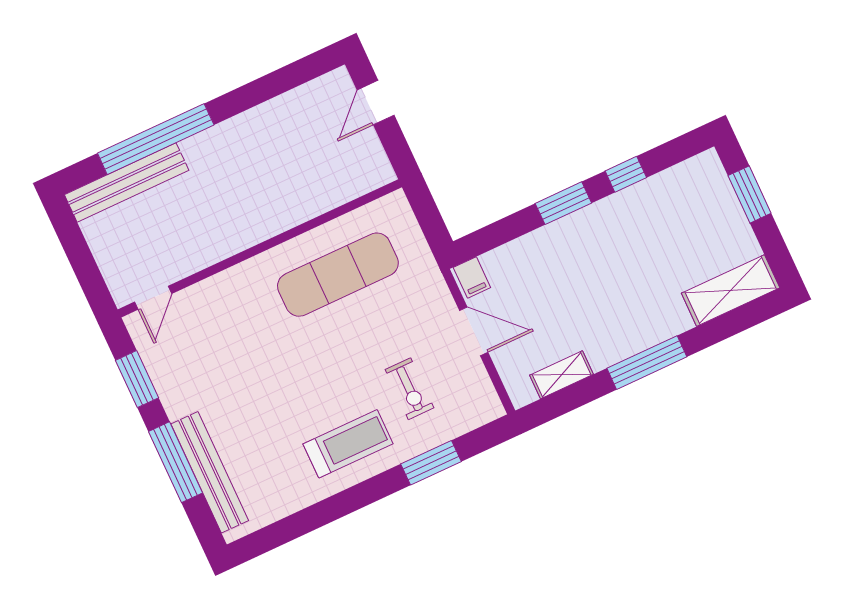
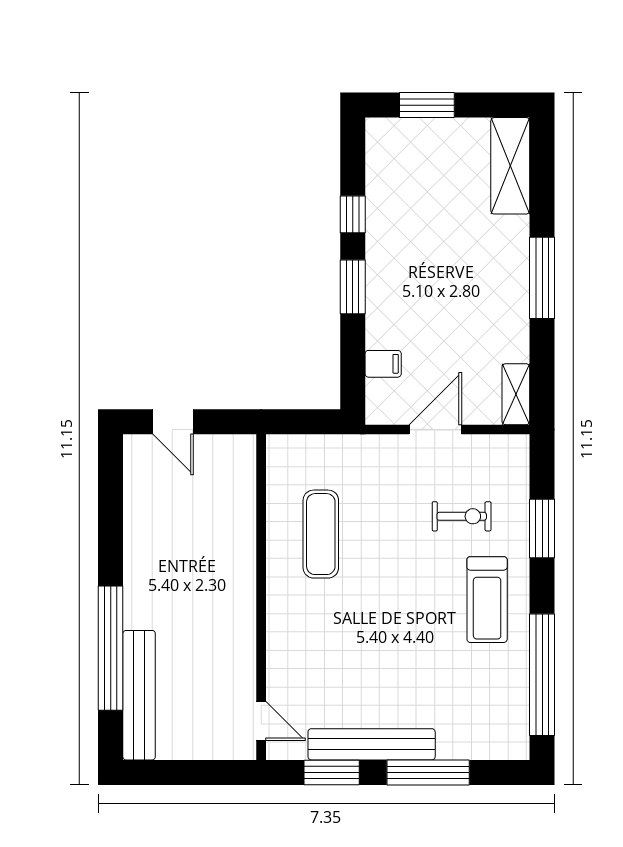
exercise mat: (338, 275) -> (321, 534), width x0.73, depth x0.69
filing cabinet: (472, 277) -> (383, 364), moved
shelving: (562, 375) -> (516, 394), moved
treadmill: (348, 444) -> (487, 600), turned 180
bench: (210, 472) -> (372, 744), moved
window: (305, 521) -> (542, 675), added

